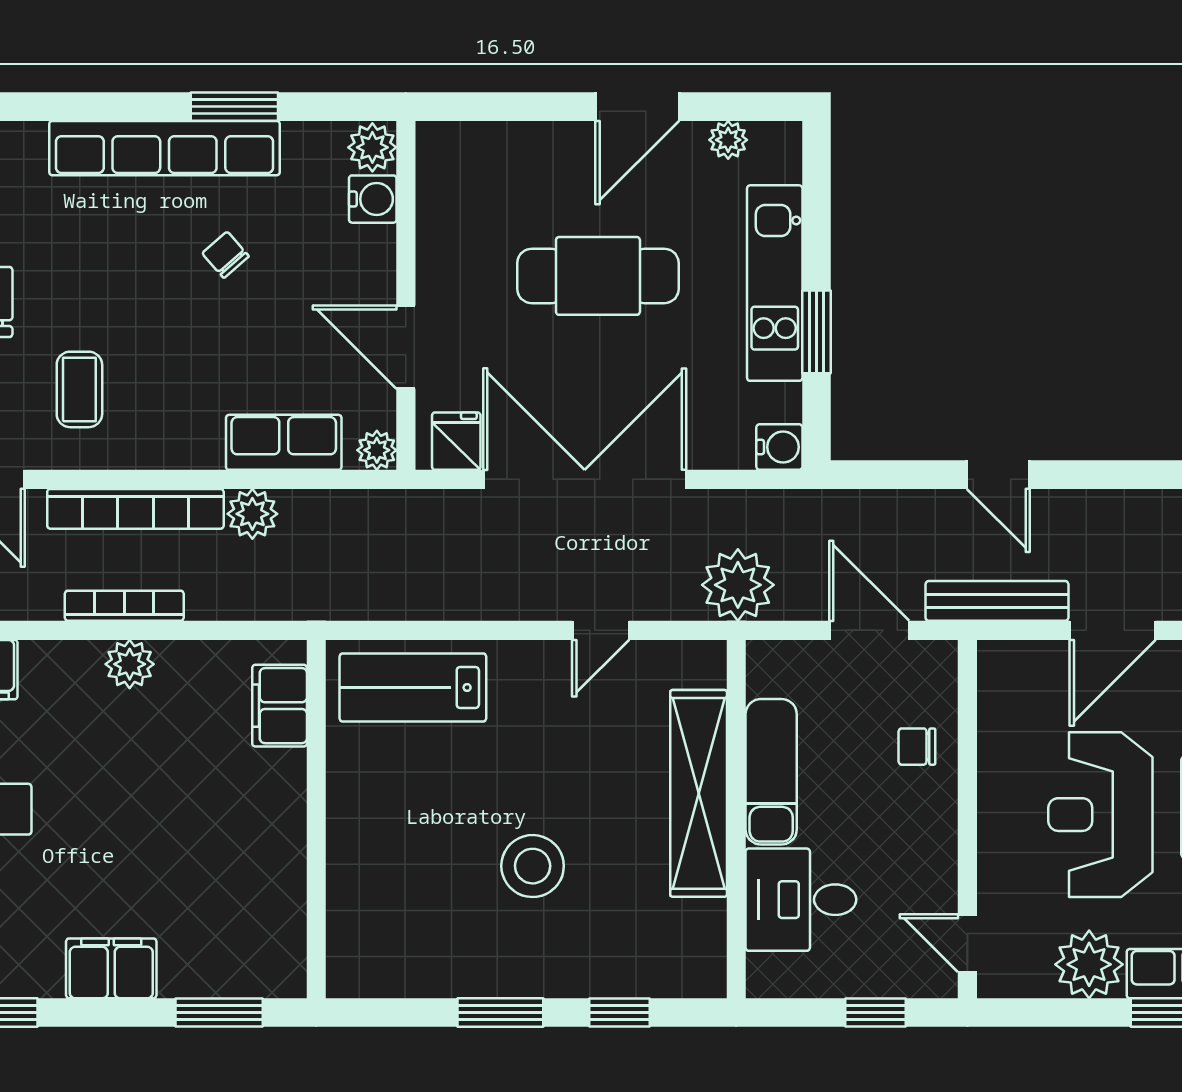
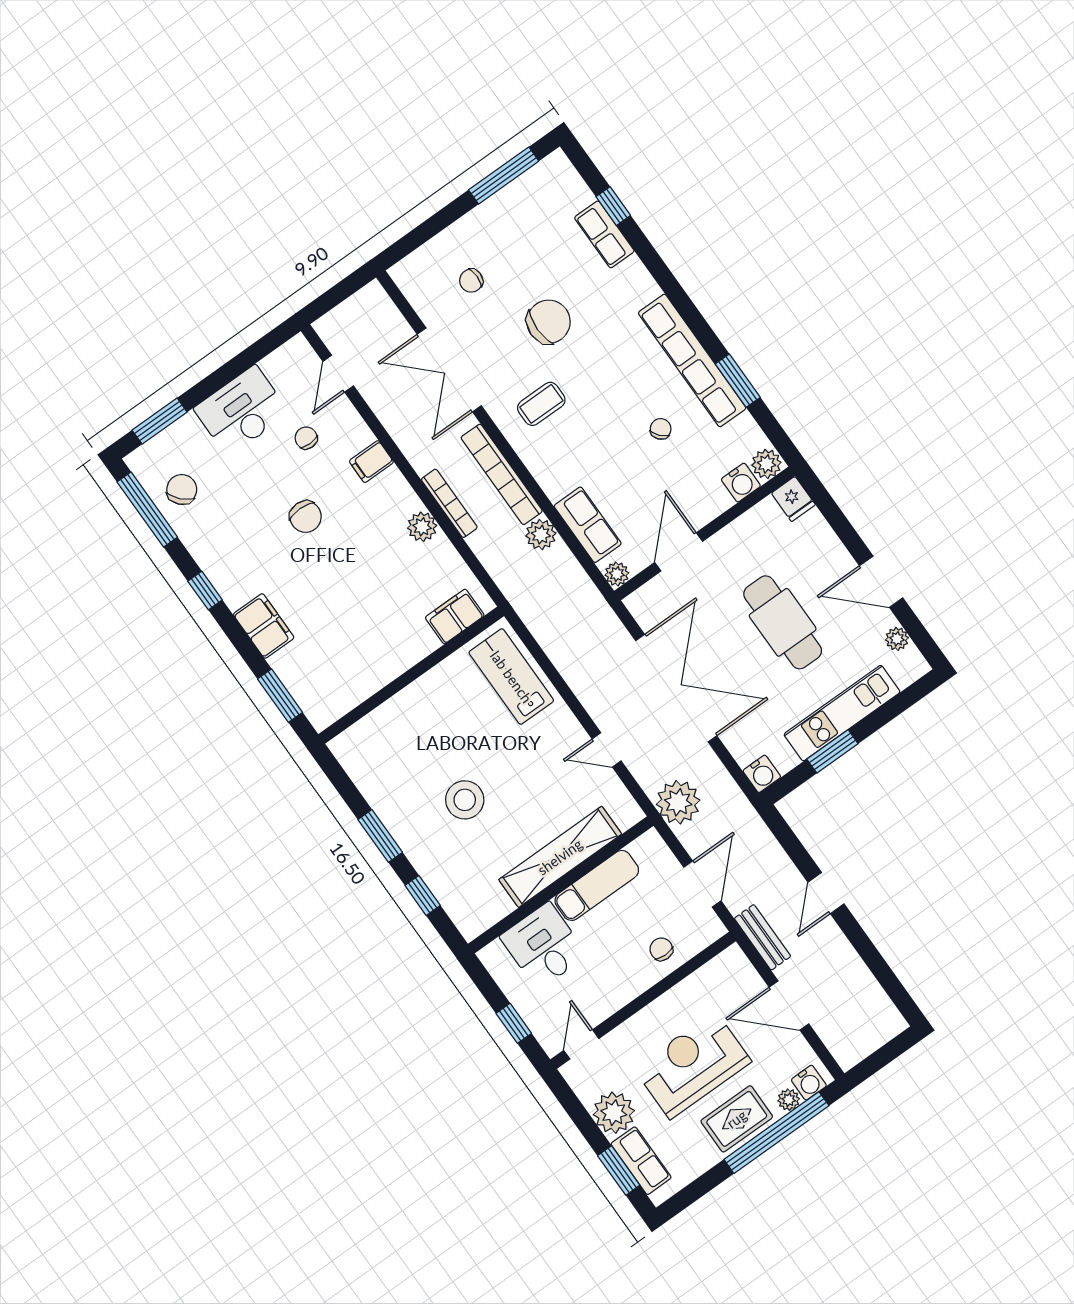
fridge: (456, 441) -> (793, 499), moved, turned 90
bench: (997, 601) -> (762, 937), width x0.73

